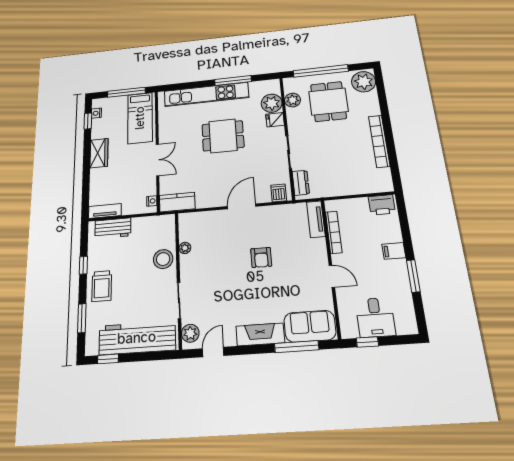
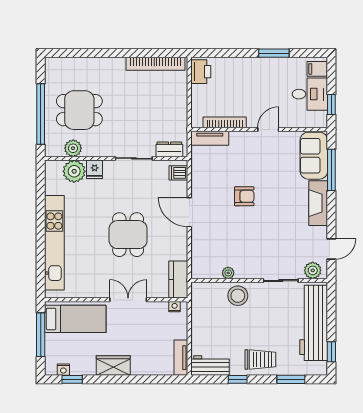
window: (233, 81) -> (41, 212), removed
plant: (364, 82) -> (60, 70), removed
dining table: (223, 136) -> (128, 235), moved
bookcase: (379, 141) -> (156, 64), moved
workbench: (113, 228) -> (210, 365), moved, turned -90
filing cabinet: (394, 251) -> (317, 69), moved, turned 90
door: (213, 352) -> (331, 249), swing flipped

